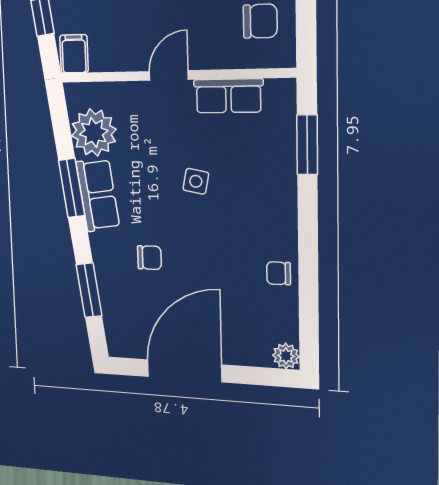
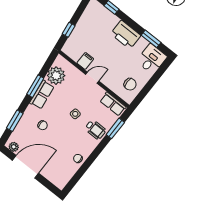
filing cabinet: (74, 54) -> (85, 61), moved
row of seats: (228, 96) -> (113, 104), moved
wheelchair: (266, 182) -> (95, 130), added
plant: (286, 356) -> (14, 147), moved

